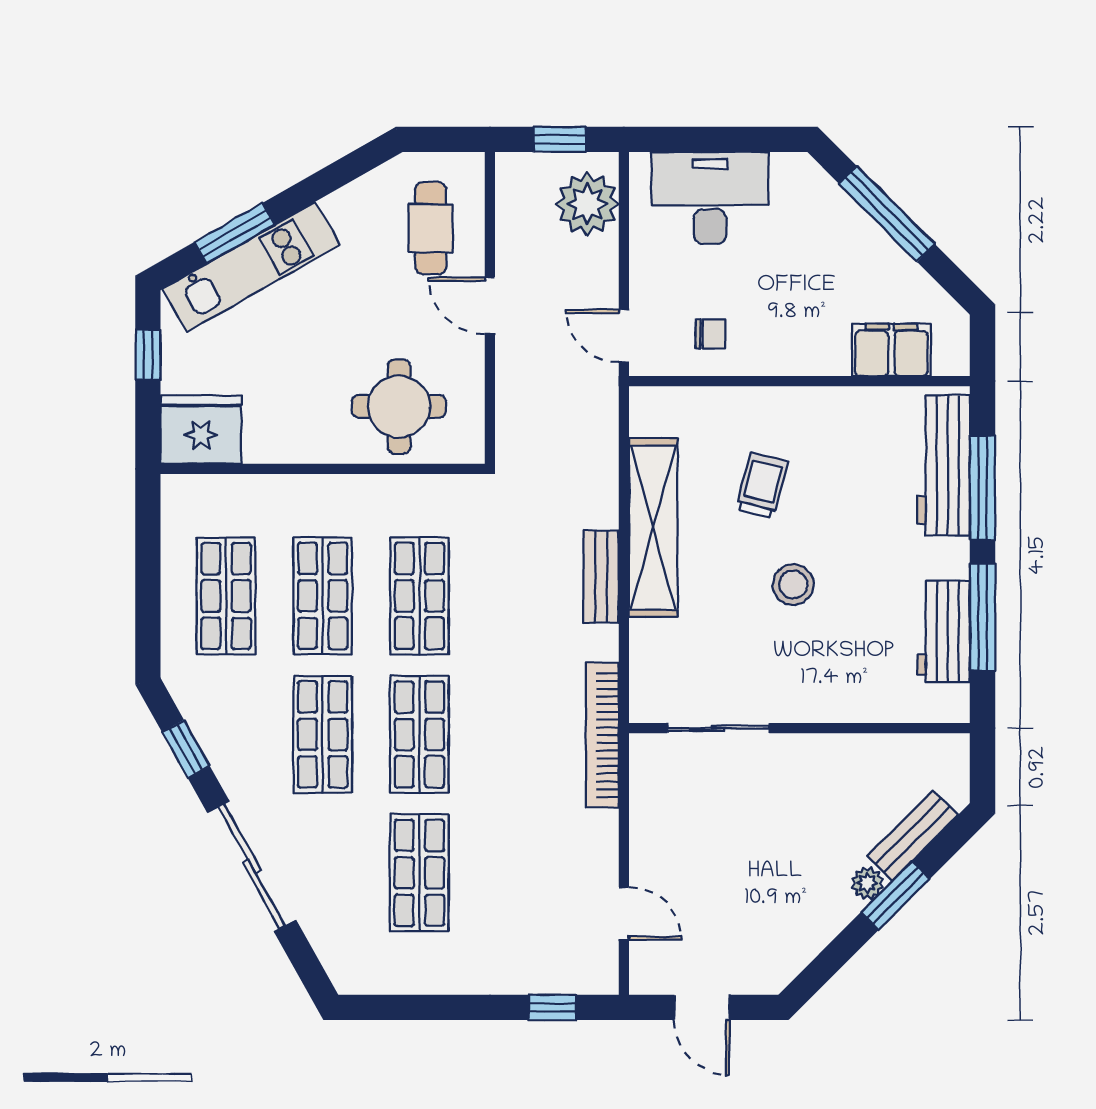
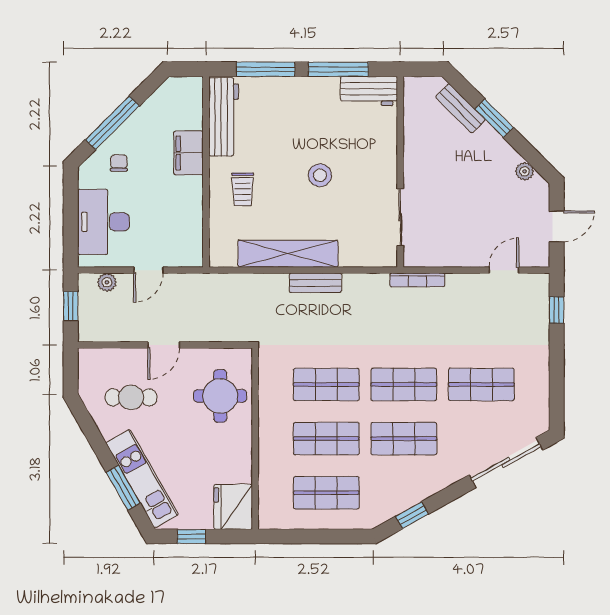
plant: (587, 204) -> (107, 282), width x0.53, depth x0.53
cafe table: (431, 228) -> (131, 397), moved
chair: (710, 334) -> (119, 163), moved
door: (624, 336) -> (148, 270), moved
filing cabinet: (891, 350) -> (189, 153), moved
workbench: (944, 465) -> (224, 117), moved, turned -90
trolley: (762, 485) -> (243, 189), moved, turned -105
workbench: (944, 632) -> (369, 91), moved
bookcase: (602, 735) -> (417, 280), width x0.68, depth x0.76
sliding door: (252, 866) -> (506, 462), moved
plant: (867, 883) -> (525, 171), moved

